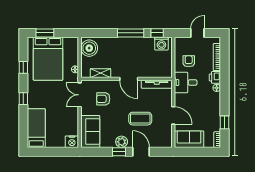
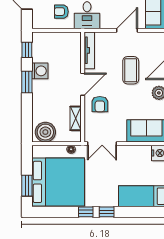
window: (131, 33) -> (27, 82), width x0.69
washing machine: (161, 44) -> (40, 71), moved
bed: (48, 59) -> (58, 182), width x1.36
window: (23, 67) -> (86, 212), moved
armchair: (103, 99) -> (100, 104), moved

